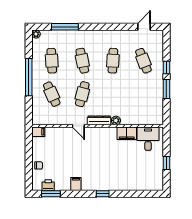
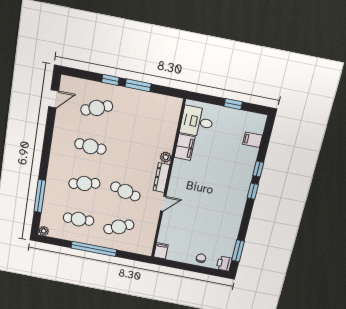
door: (144, 27) -> (54, 99), swing flipped
filing cabinet: (76, 184) -> (253, 140), moved
printer: (48, 185) -> (224, 263), moved
window: (121, 194) -> (258, 169), added

